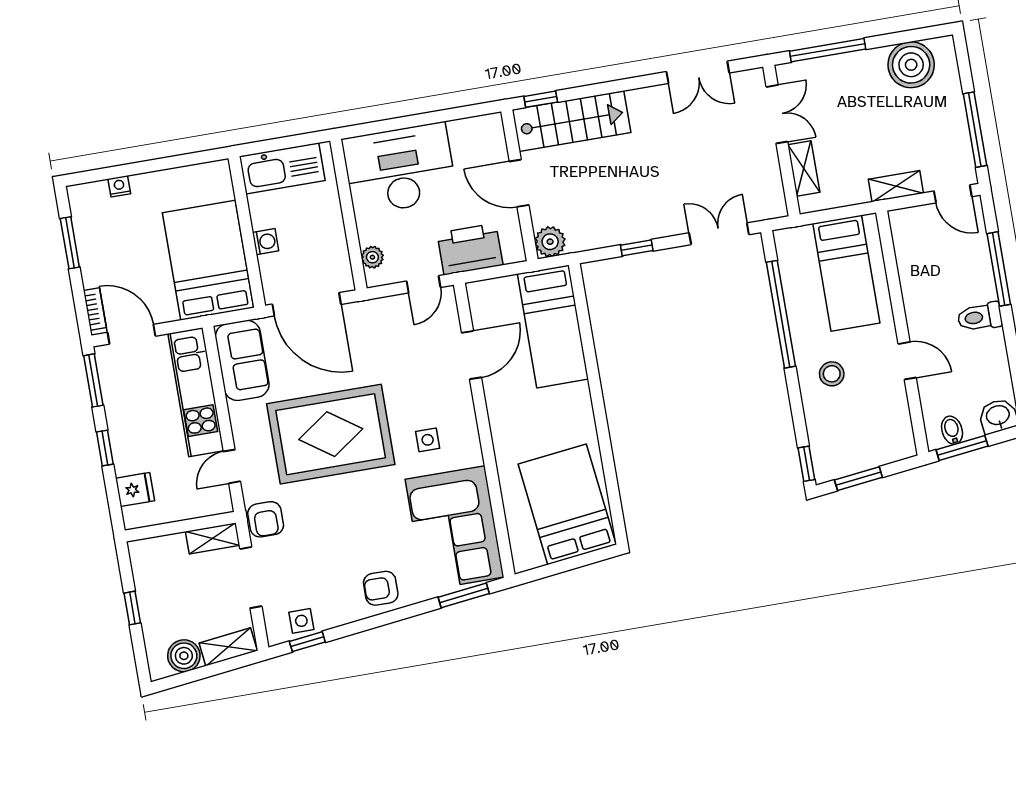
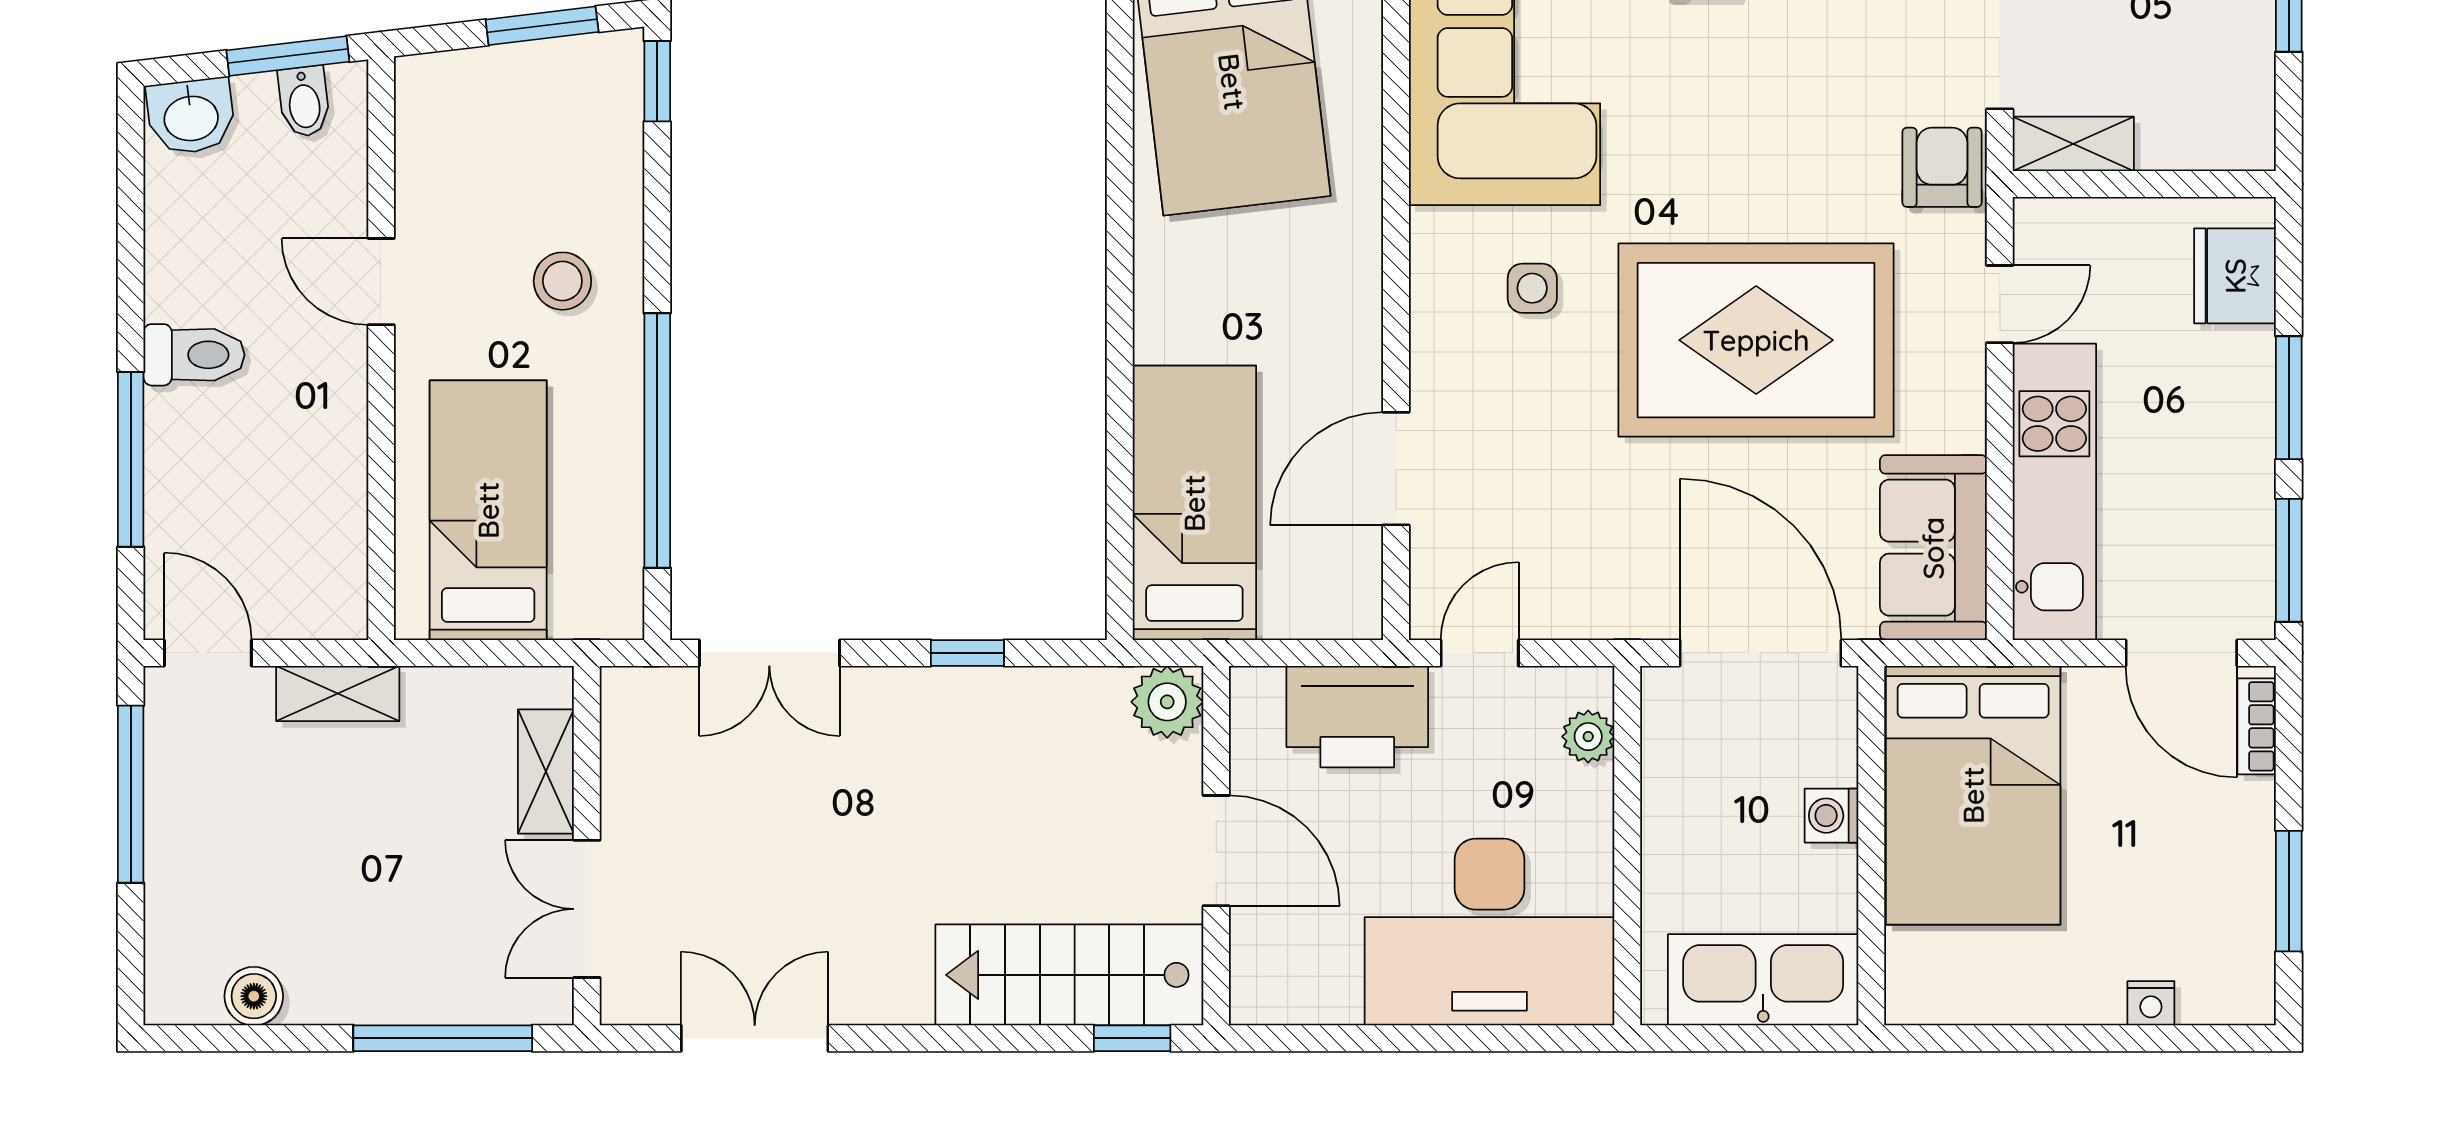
boiler: (911, 65) -> (254, 996), width x0.54, depth x0.54
window: (105, 448) -> (2289, 398), width x1.50
fridge: (135, 490) -> (2235, 276), width x1.38

